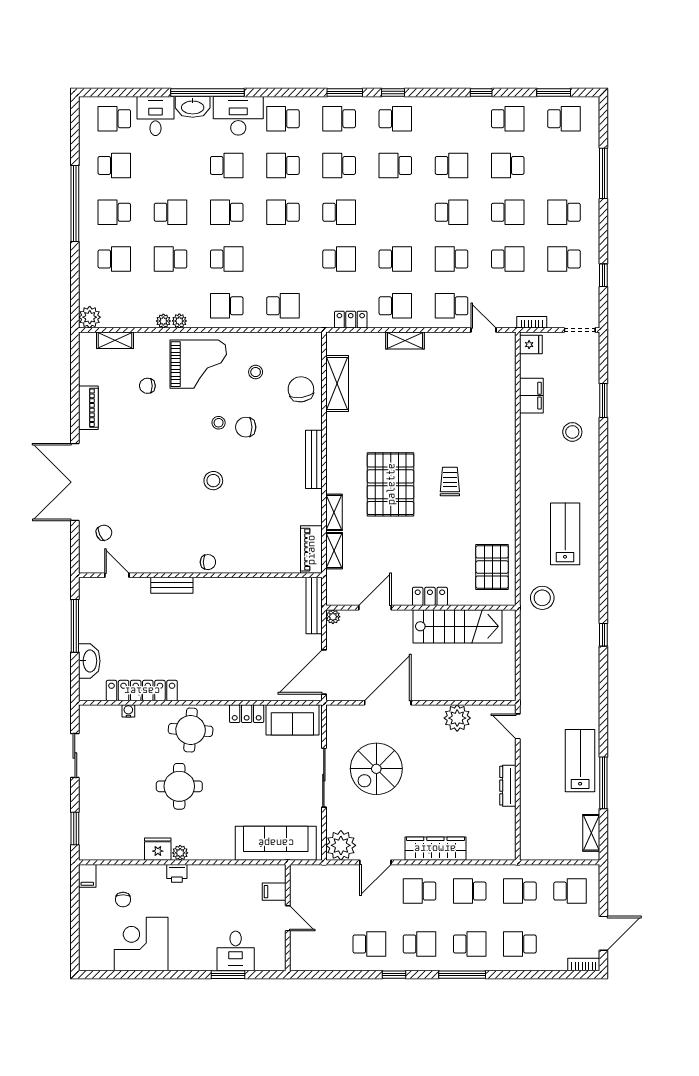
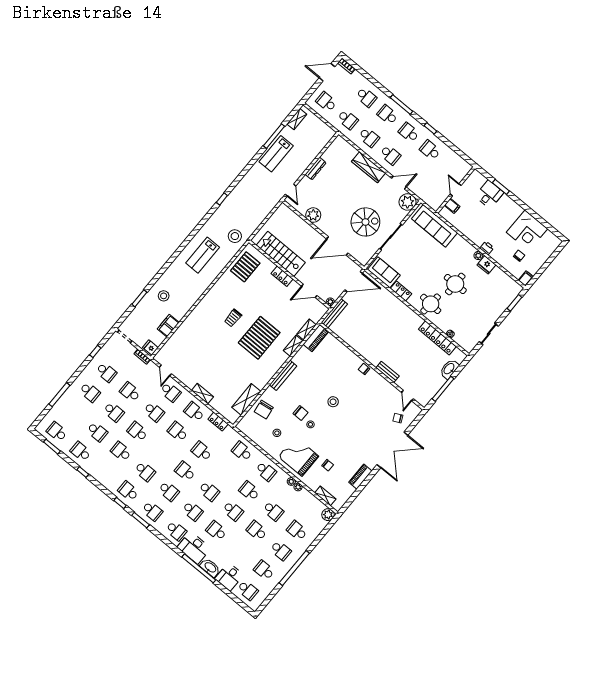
school desk: (508, 212) -> (114, 412), turned 180

